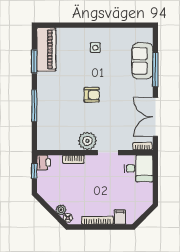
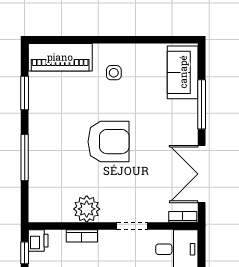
piano: (46, 49) -> (60, 57), moved, turned 90
sofa: (142, 61) -> (183, 72), moved
armchair: (92, 95) -> (109, 142), width x1.88, depth x1.88
plant: (87, 141) -> (87, 209), moved

